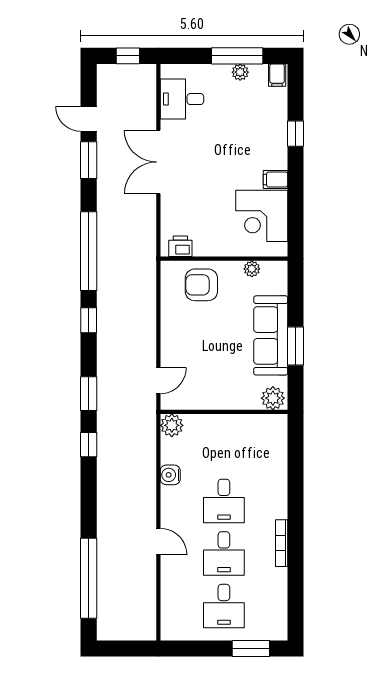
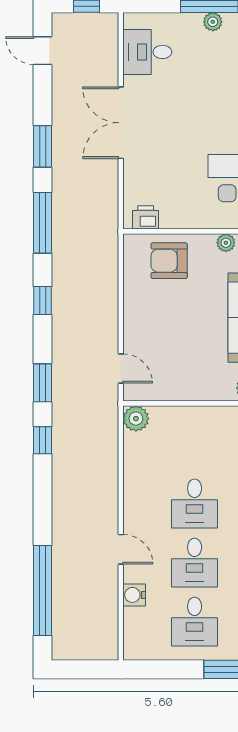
door: (89, 119) -> (43, 51), moved
window: (89, 160) -> (43, 146), moved
window: (89, 251) -> (43, 223), width x0.68
door: (158, 381) -> (121, 368), hinge flipped
water cooler: (170, 475) -> (134, 595), moved

